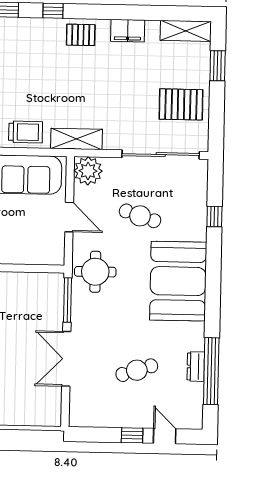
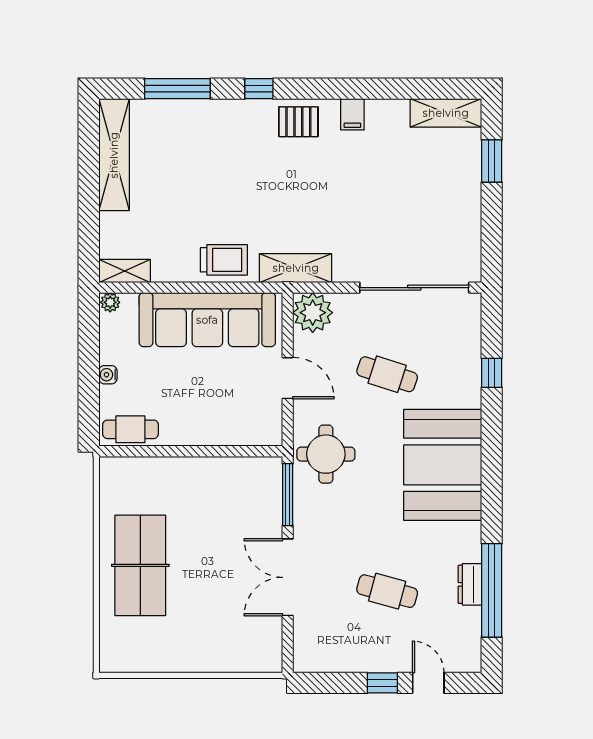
filing cabinet: (128, 31) -> (352, 114), width x0.50
pallet: (181, 104) -> (441, 216), removed
cafe table: (137, 370) -> (387, 591), turned 33

